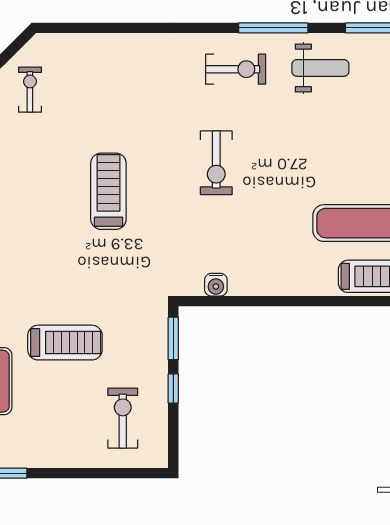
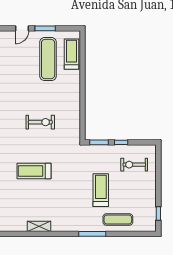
exercise bike: (216, 163) -> (40, 122), moved
water cooler: (216, 285) -> (75, 124), removed

